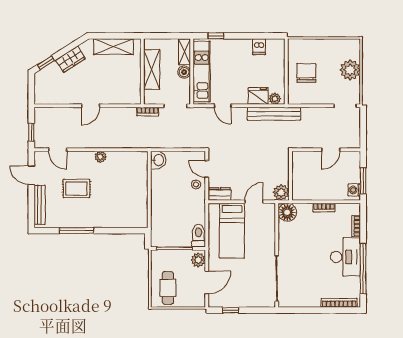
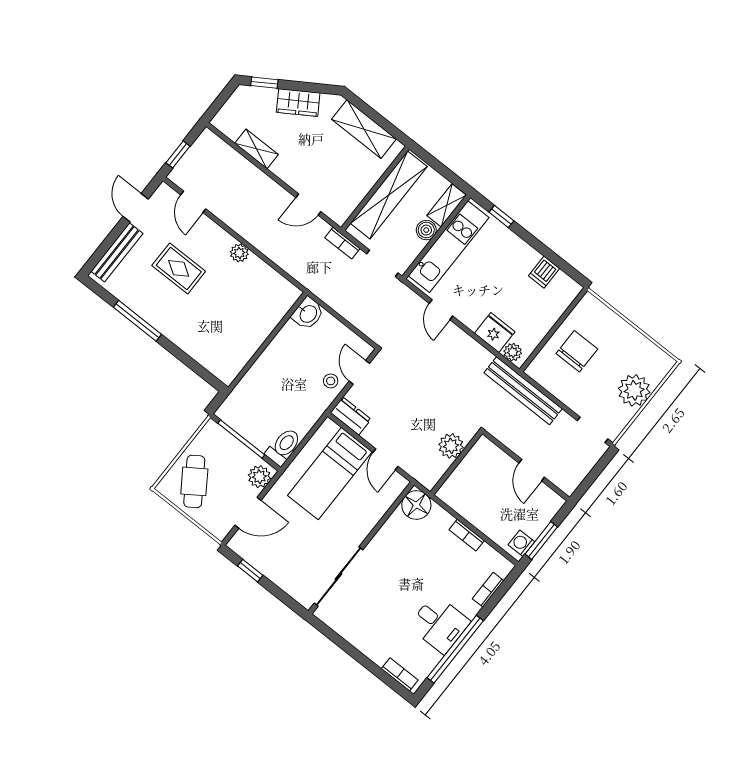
shelving: (152, 69) -> (389, 195), width x1.47
shelving: (68, 99) -> (256, 149), added
door: (91, 106) -> (308, 205), moved
bench: (274, 114) -> (523, 391), moved
door: (331, 150) -> (532, 470), hinge flipped
plant: (281, 192) -> (451, 446), moved
door: (254, 202) -> (386, 459), swing flipped
desk: (345, 257) -> (439, 624), width x0.73
cafe table: (168, 288) -> (194, 481), turned -34
bookcase: (339, 303) -> (400, 674), width x0.64

